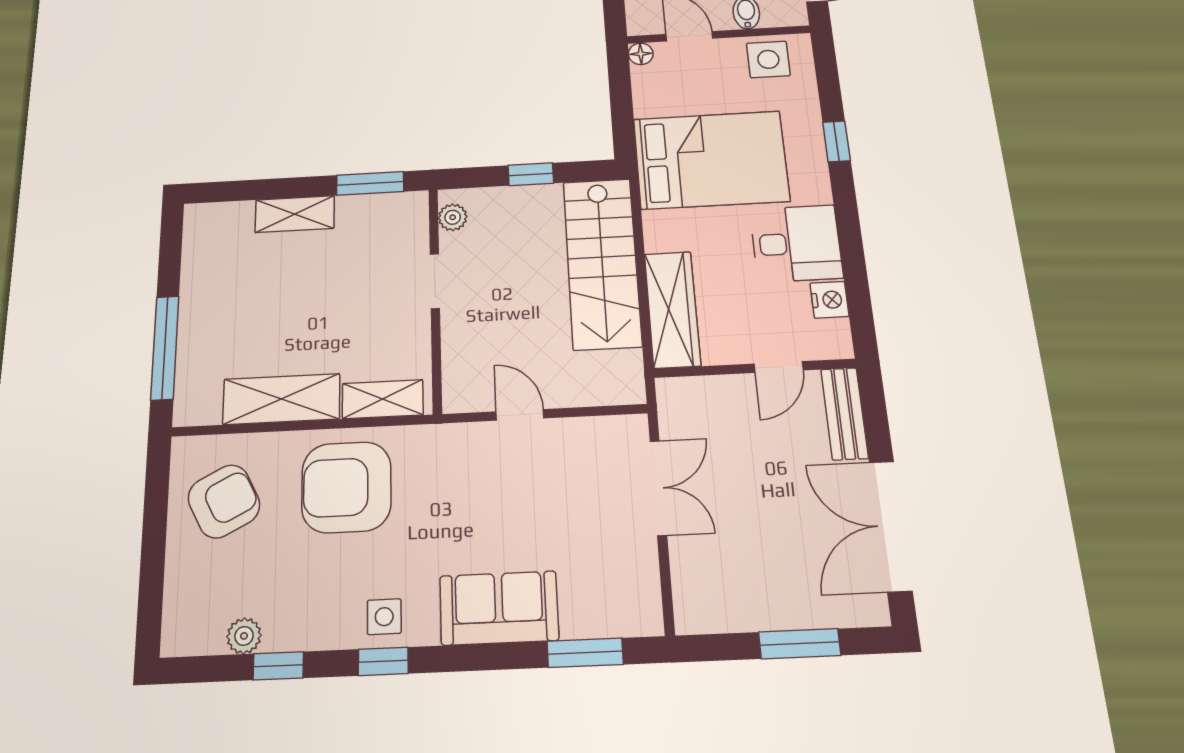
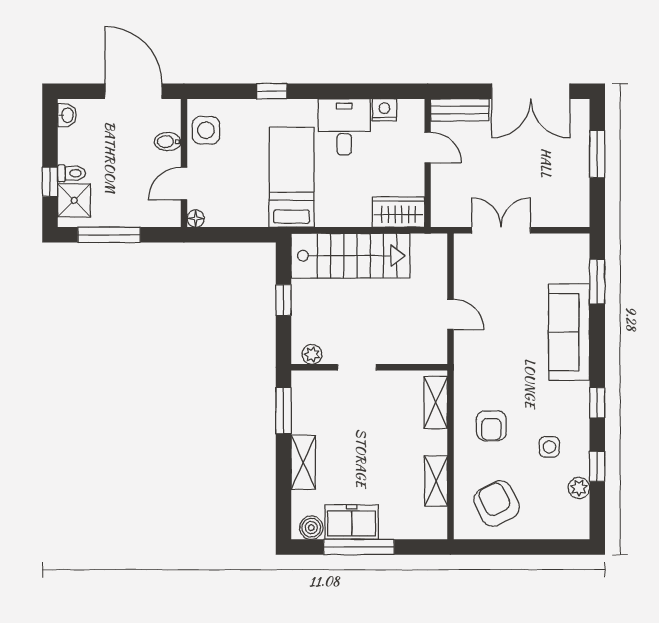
bed: (711, 160) -> (292, 177), width x0.67
boiler: (199, 230) -> (311, 528), added
freezer: (205, 286) -> (352, 522), added
wardrobe: (672, 309) -> (398, 212), width x0.67
window: (165, 348) -> (359, 547), moved
shelving: (281, 399) -> (436, 481), width x0.67, depth x0.75
door: (520, 415) -> (450, 314), swing flipped
armchair: (346, 487) -> (491, 426), width x0.53, depth x0.53
sofa: (499, 608) -> (569, 332), width x1.36
side table: (384, 617) -> (549, 447), moved

